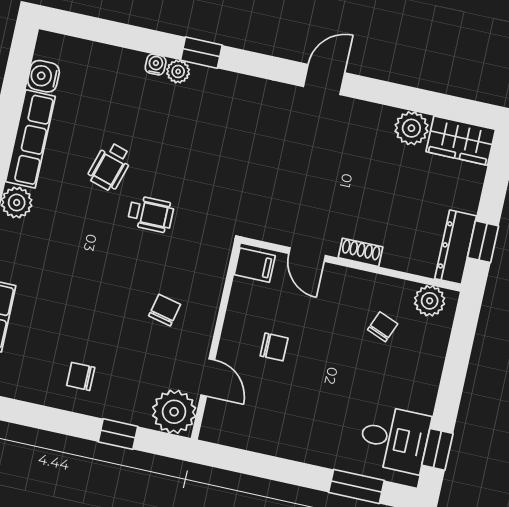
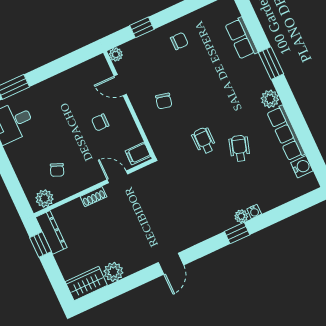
wheelchair: (151, 214) -> (204, 141), turned 90
plant: (174, 412) -> (116, 55), width x0.53, depth x0.53

